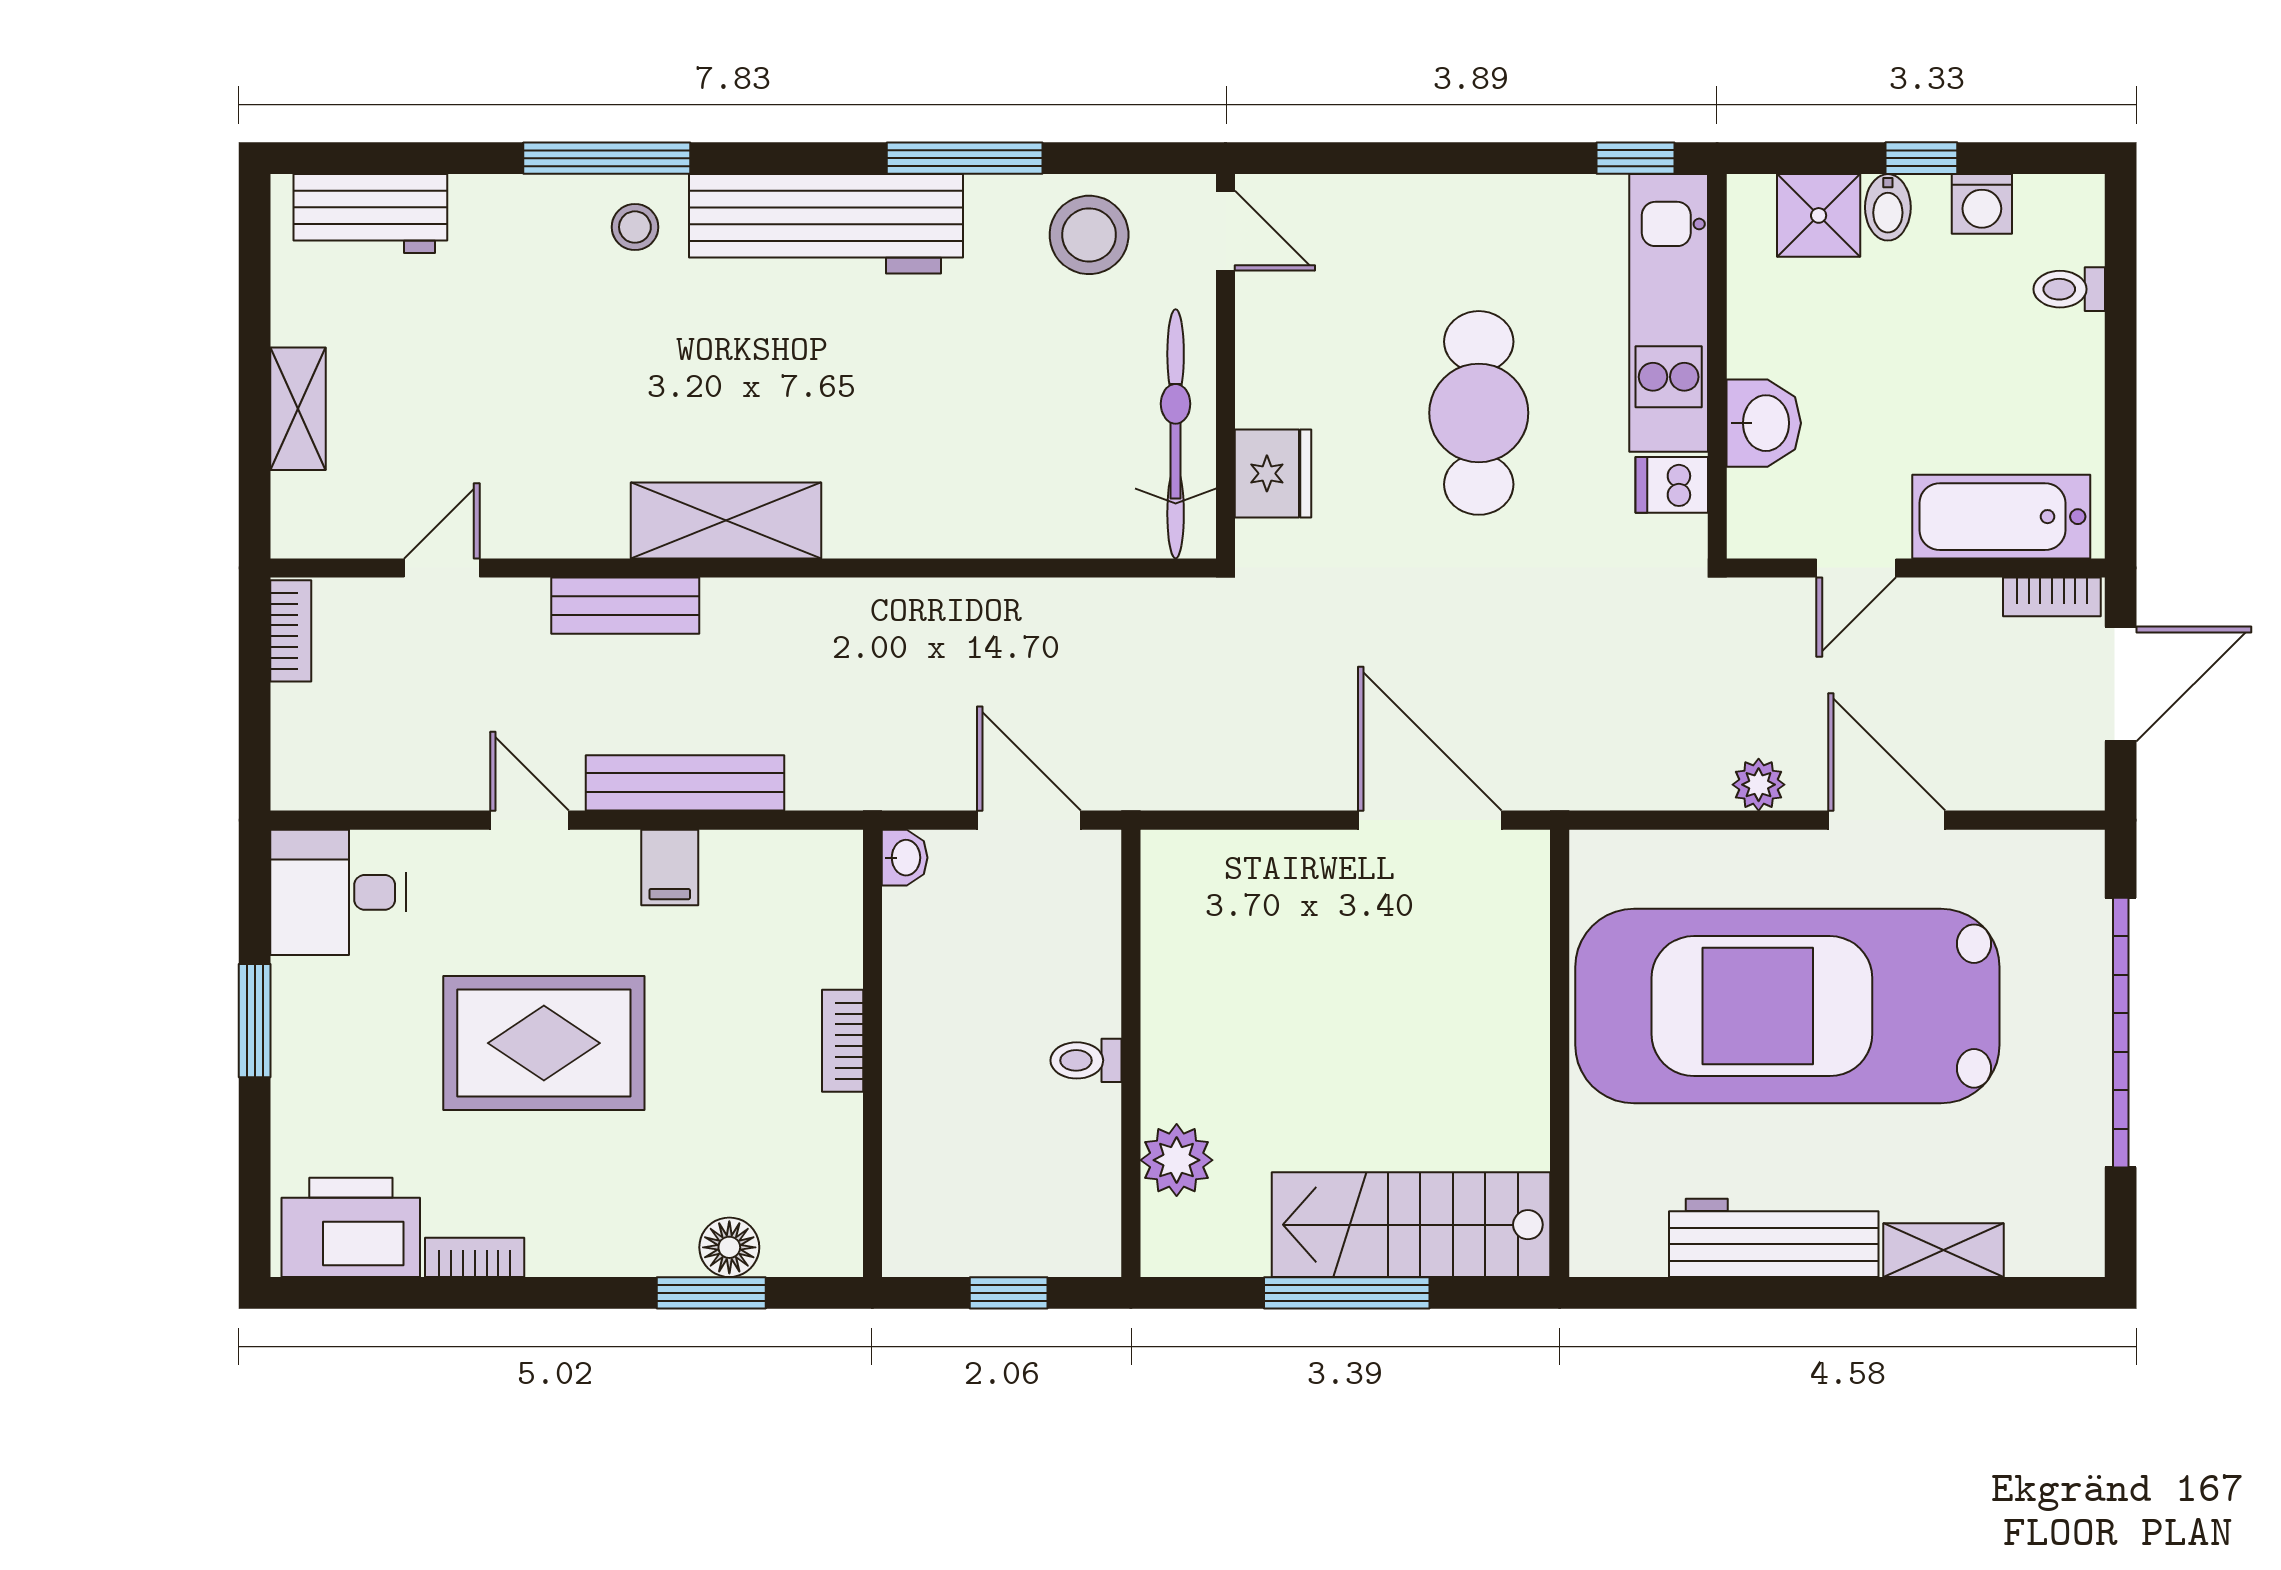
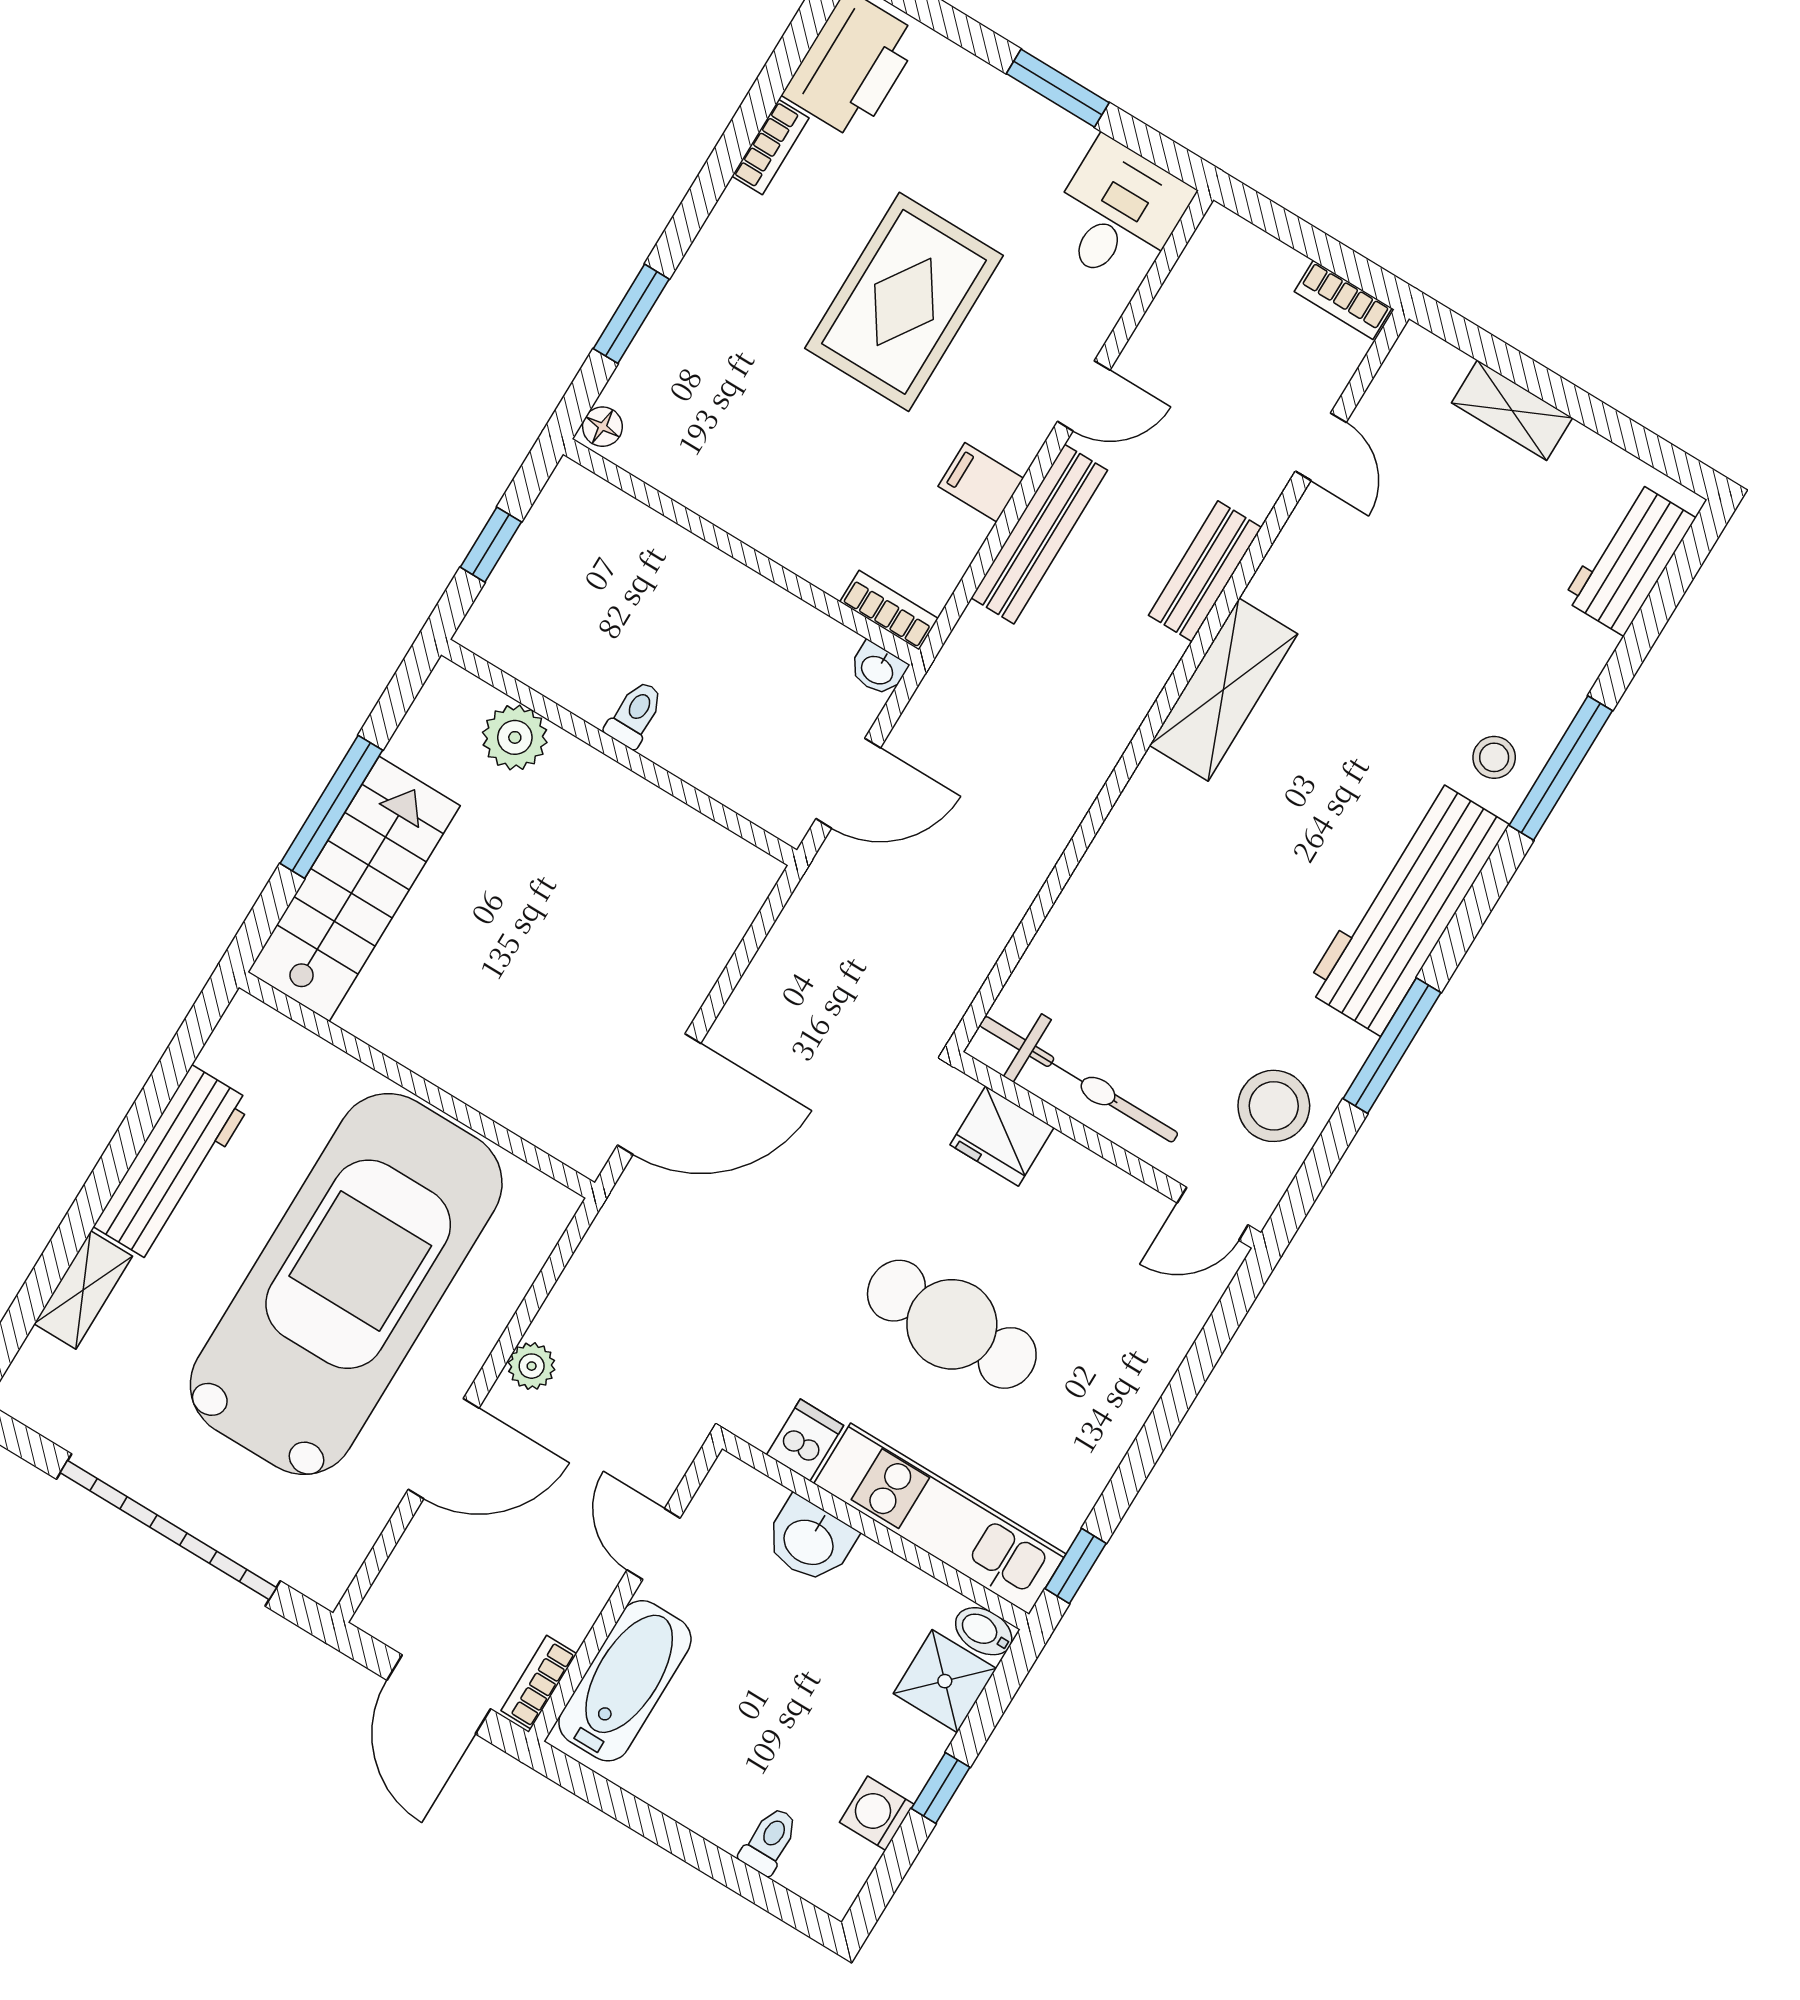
bidet: (1888, 207) -> (984, 1631), moved
bookcase: (843, 1041) -> (889, 610), moved
floor lamp: (729, 1247) -> (602, 427), moved, width x0.73, depth x0.73

